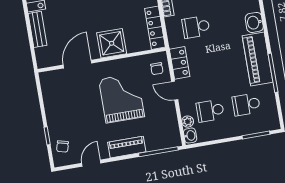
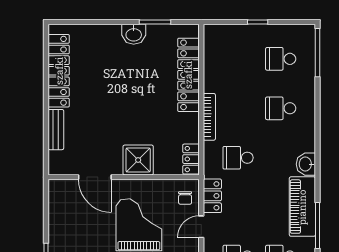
locker: (155, 28) -> (191, 159), width x0.66
door: (77, 64) -> (95, 177), swing flipped
door: (175, 91) -> (201, 227), hinge flipped

